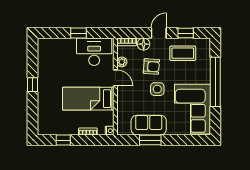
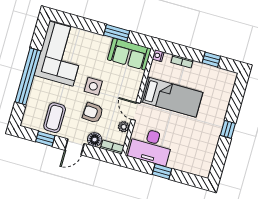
coffee table: (183, 53) -> (55, 118), turned 90
sofa: (149, 125) -> (129, 54), moved

